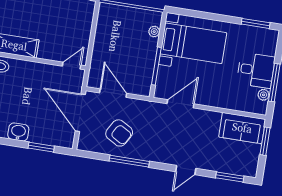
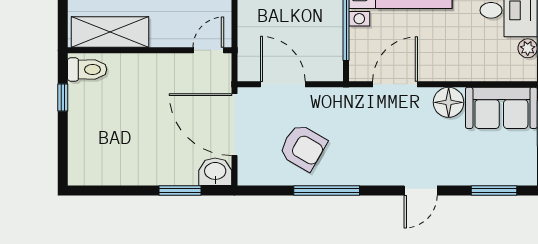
floor lamp: (211, 120) -> (449, 102), added
washbasin: (18, 132) -> (215, 172), moved

